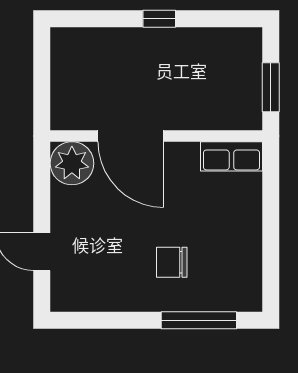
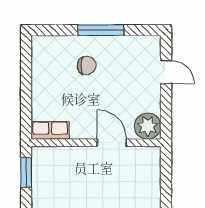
door: (131, 136) -> (112, 143), width x0.73
window: (199, 320) -> (101, 30), moved

